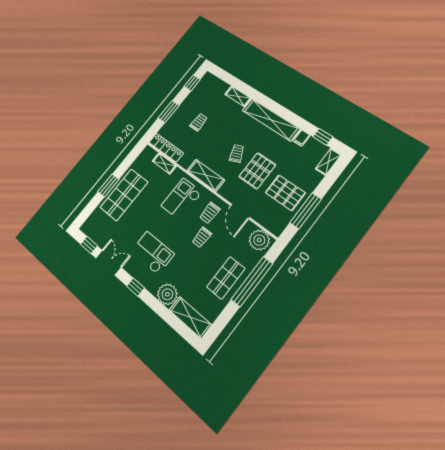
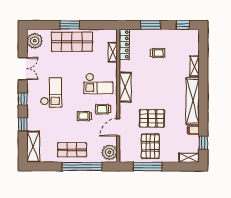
trolley: (237, 154) -> (154, 96), removed
checkout: (182, 199) -> (98, 84), turned 180
window: (89, 245) -> (23, 124), moved
plant: (167, 294) -> (35, 41), moved

